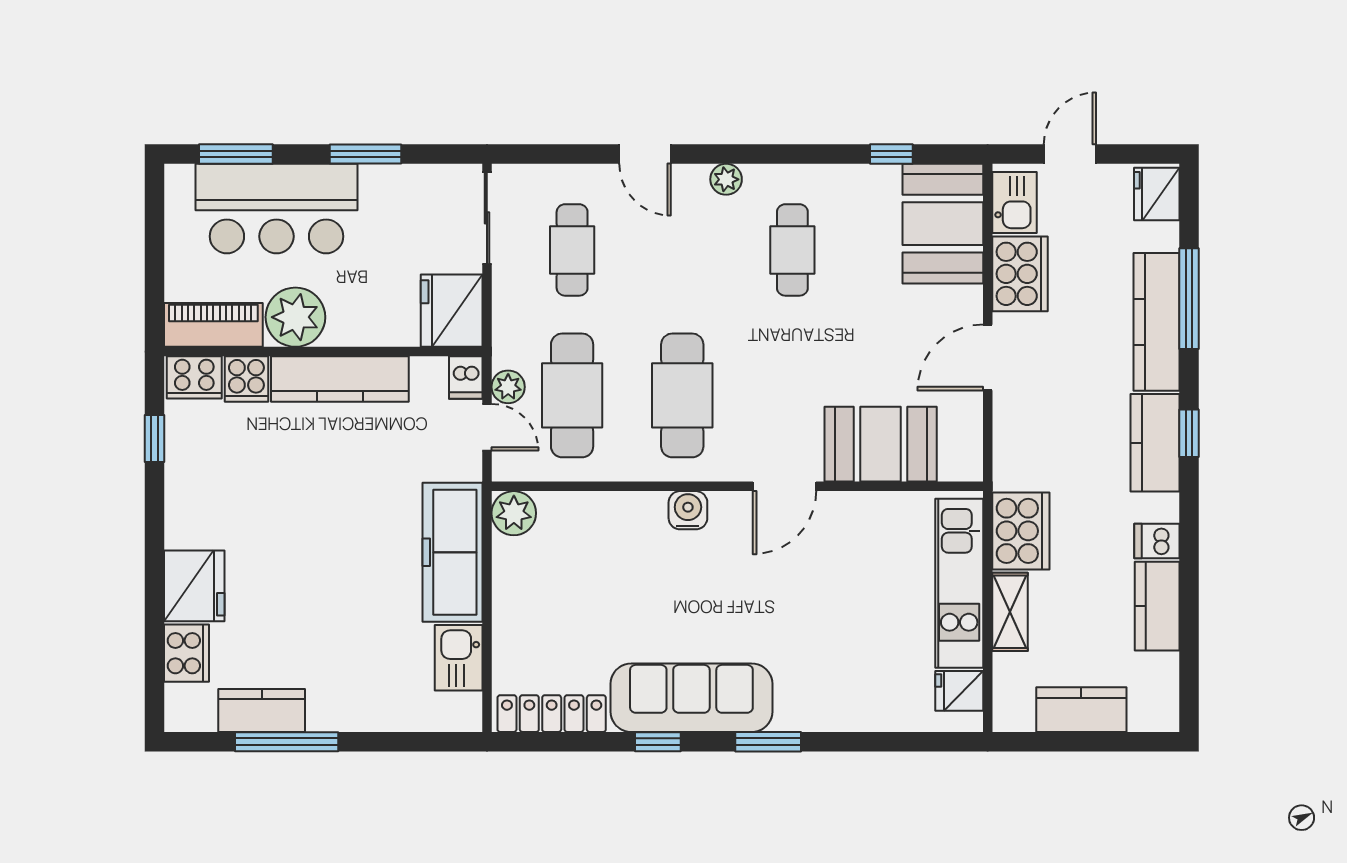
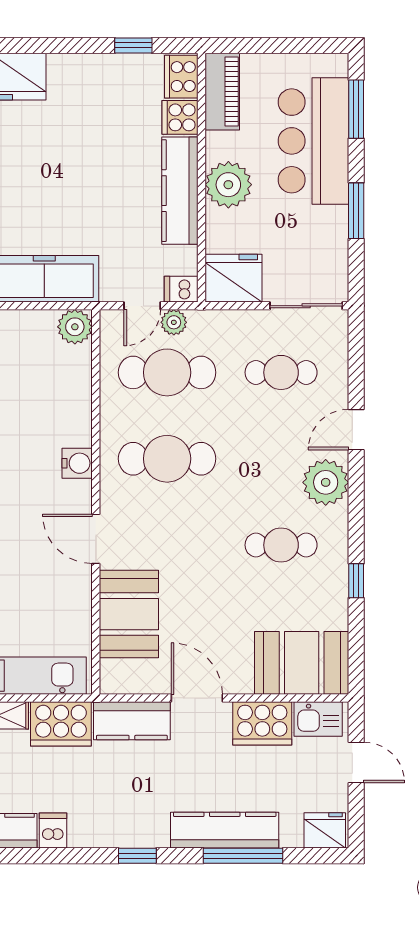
window: (891, 154) -> (356, 581), moved
plant: (726, 179) -> (326, 482), width x1.88, depth x1.88
plant: (295, 317) -> (228, 185), moved
kitchen counter: (1155, 443) -> (132, 721), moved, turned 180

